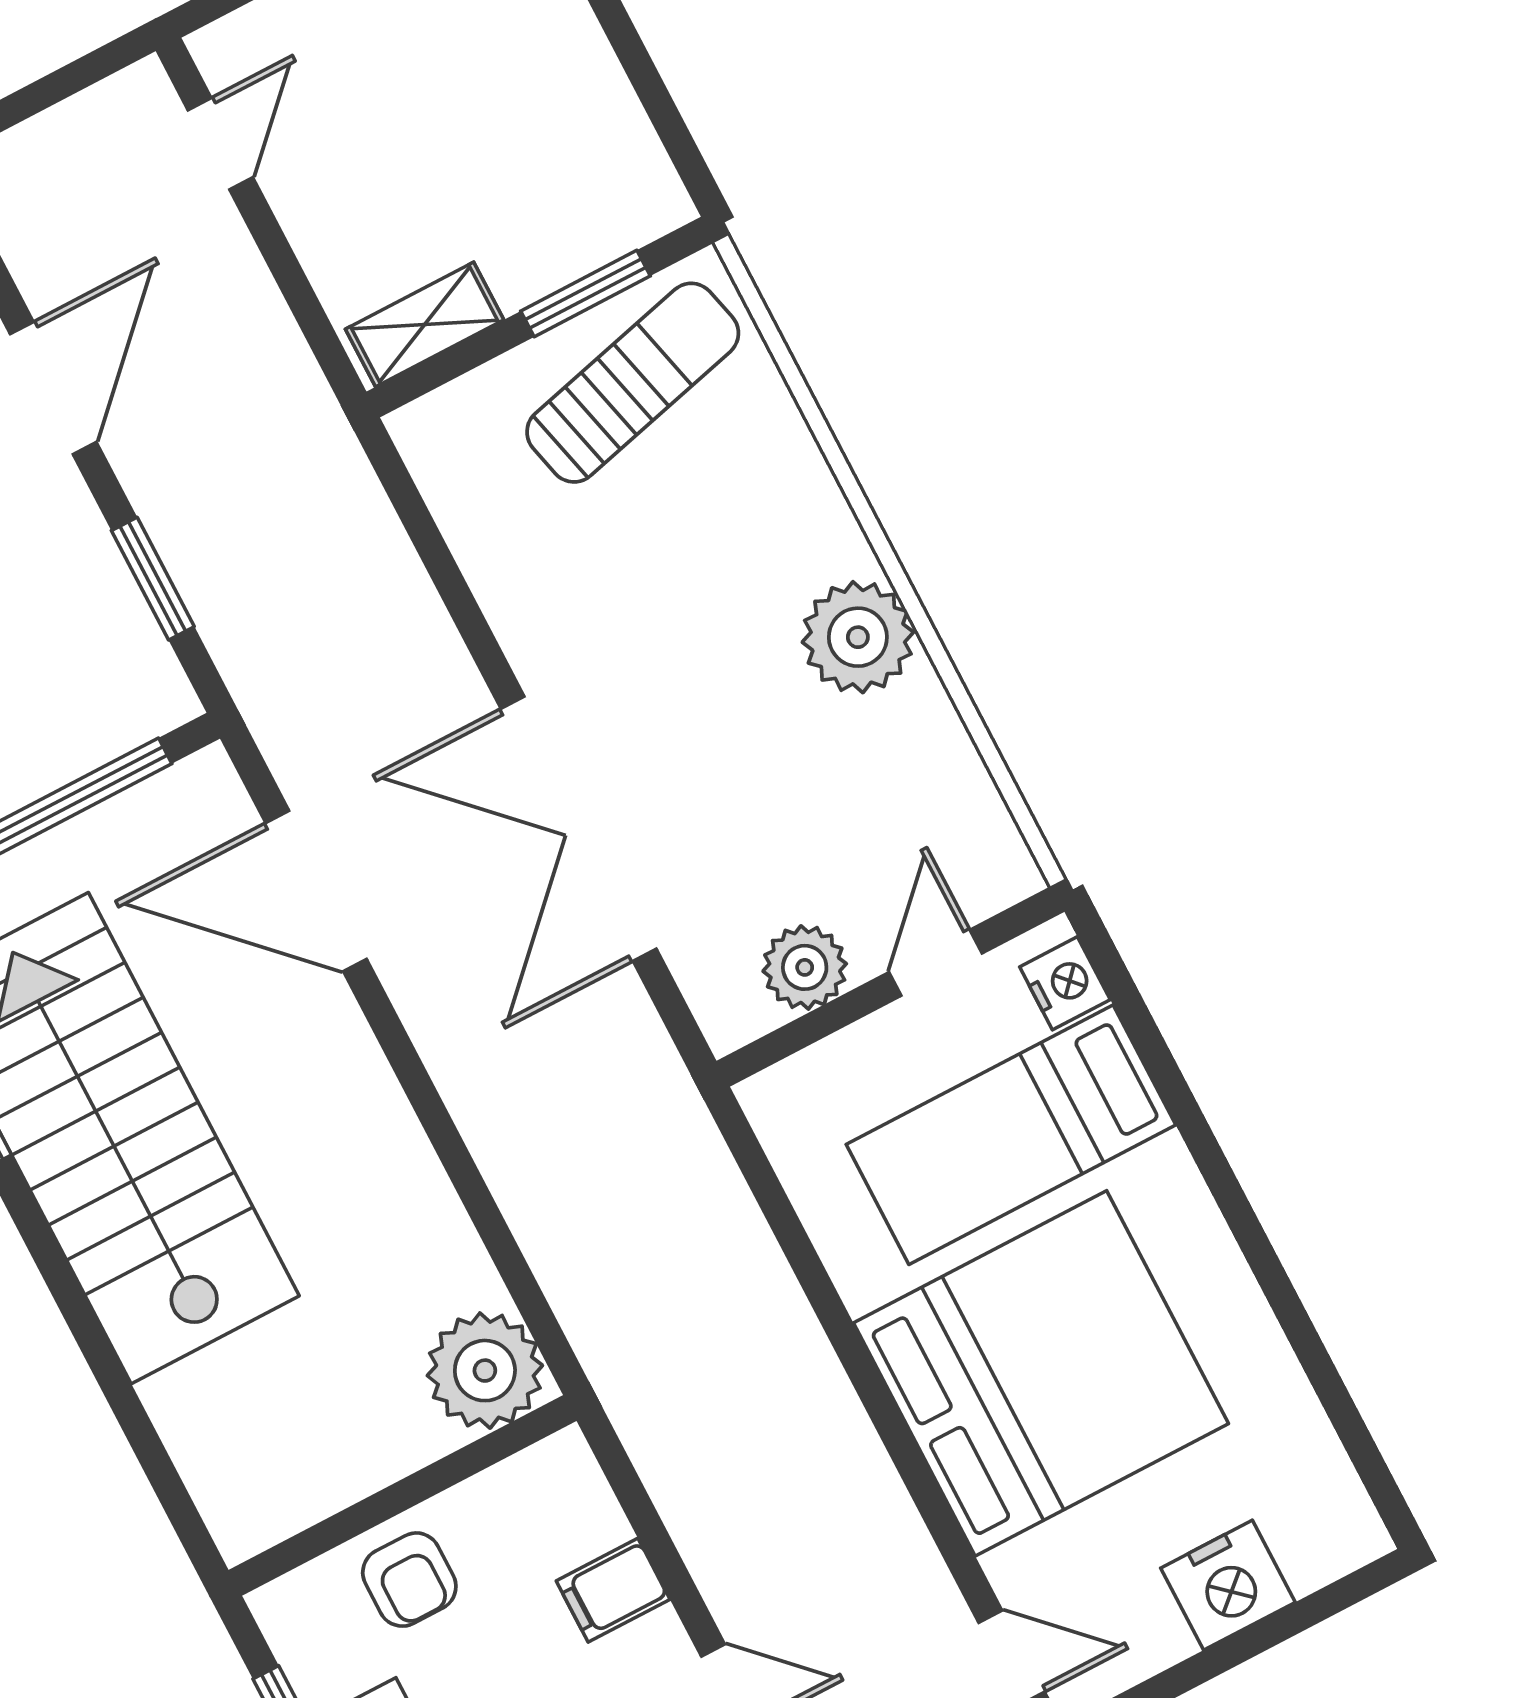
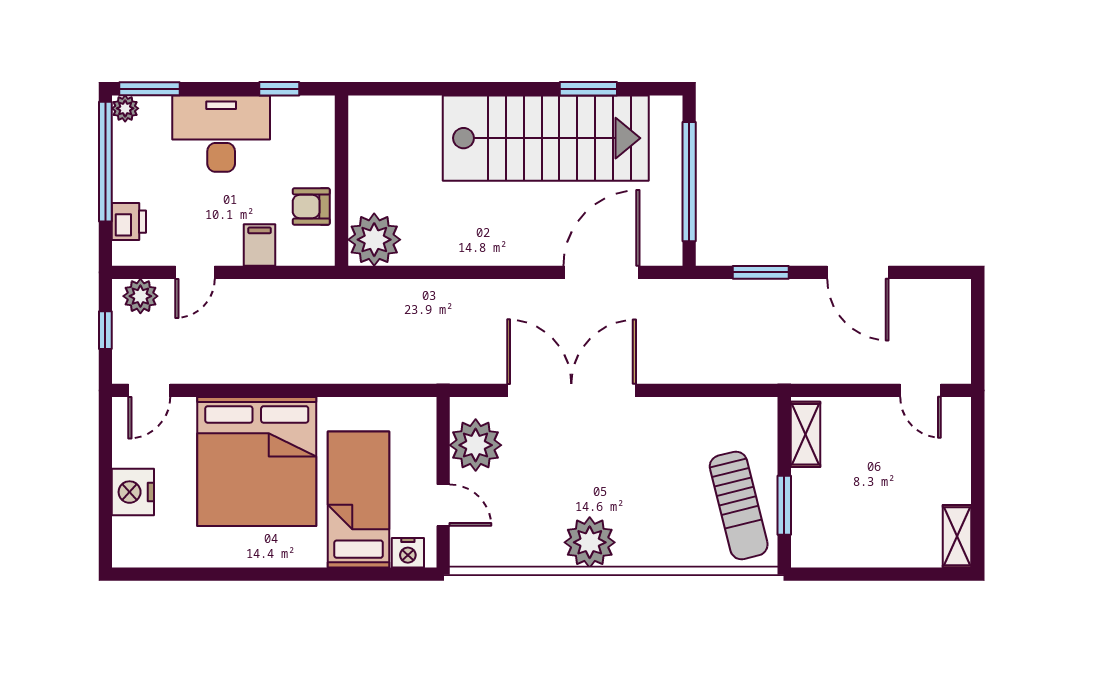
plant: (805, 967) -> (476, 445), width x1.36, depth x1.36
armchair: (409, 1580) -> (311, 206), moved

